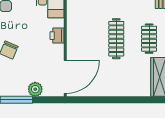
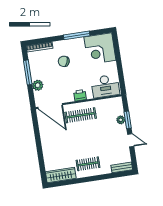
clothes rail: (116, 39) -> (81, 115), moved

